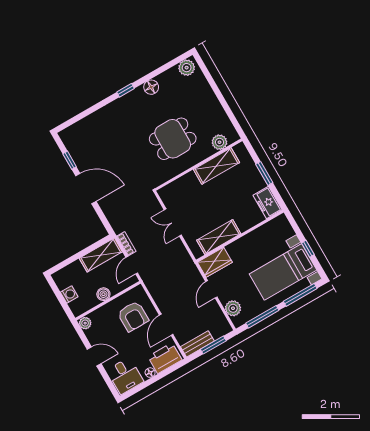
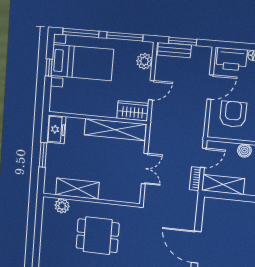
shelving: (219, 237) -> (115, 130), width x1.47
bench: (197, 344) -> (174, 50), moved

